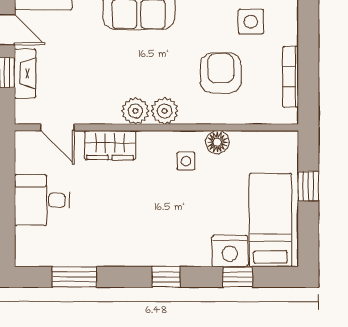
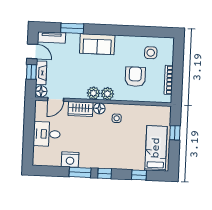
floor lamp: (26, 112) -> (41, 91), added
door: (58, 127) -> (56, 99), hinge flipped
floor lamp: (217, 142) -> (99, 108), moved
nightstand: (230, 251) -> (70, 160), moved
window: (74, 277) -> (80, 172), moved

